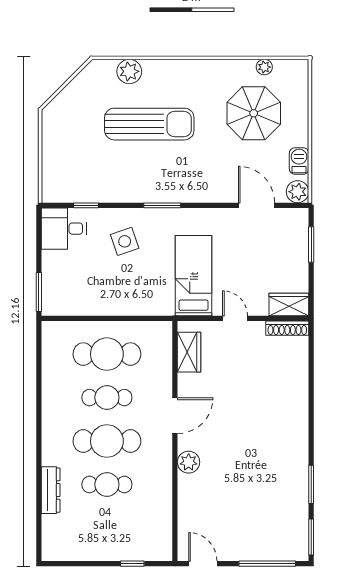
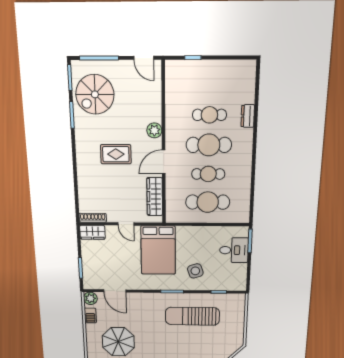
sun lounger: (149, 124) -> (192, 316), moved
desk: (64, 229) -> (234, 250), moved
bed: (194, 276) -> (158, 250), width x1.50
wardrobe: (189, 352) -> (155, 197), width x1.50
rug: (247, 427) -> (116, 154), added
dresser: (51, 490) -> (248, 116), width x0.70
spiral stairs: (275, 514) -> (95, 94), added

